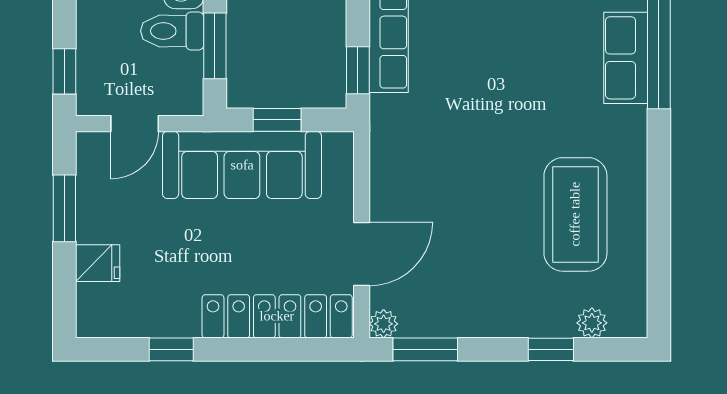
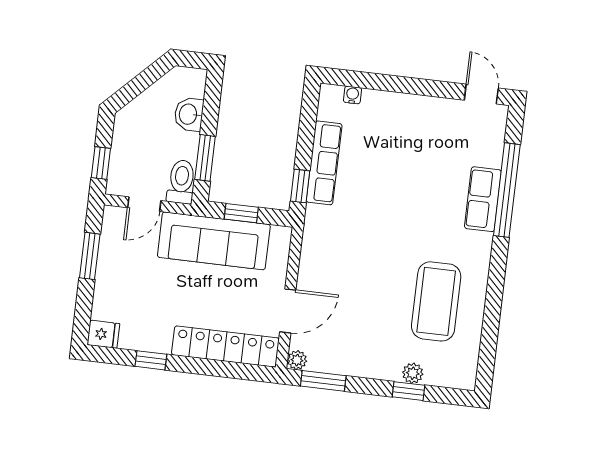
toilet: (172, 31) -> (181, 182), moved, turned 90
fridge: (98, 263) -> (103, 334), moved
plant: (592, 323) -> (413, 373), moved

